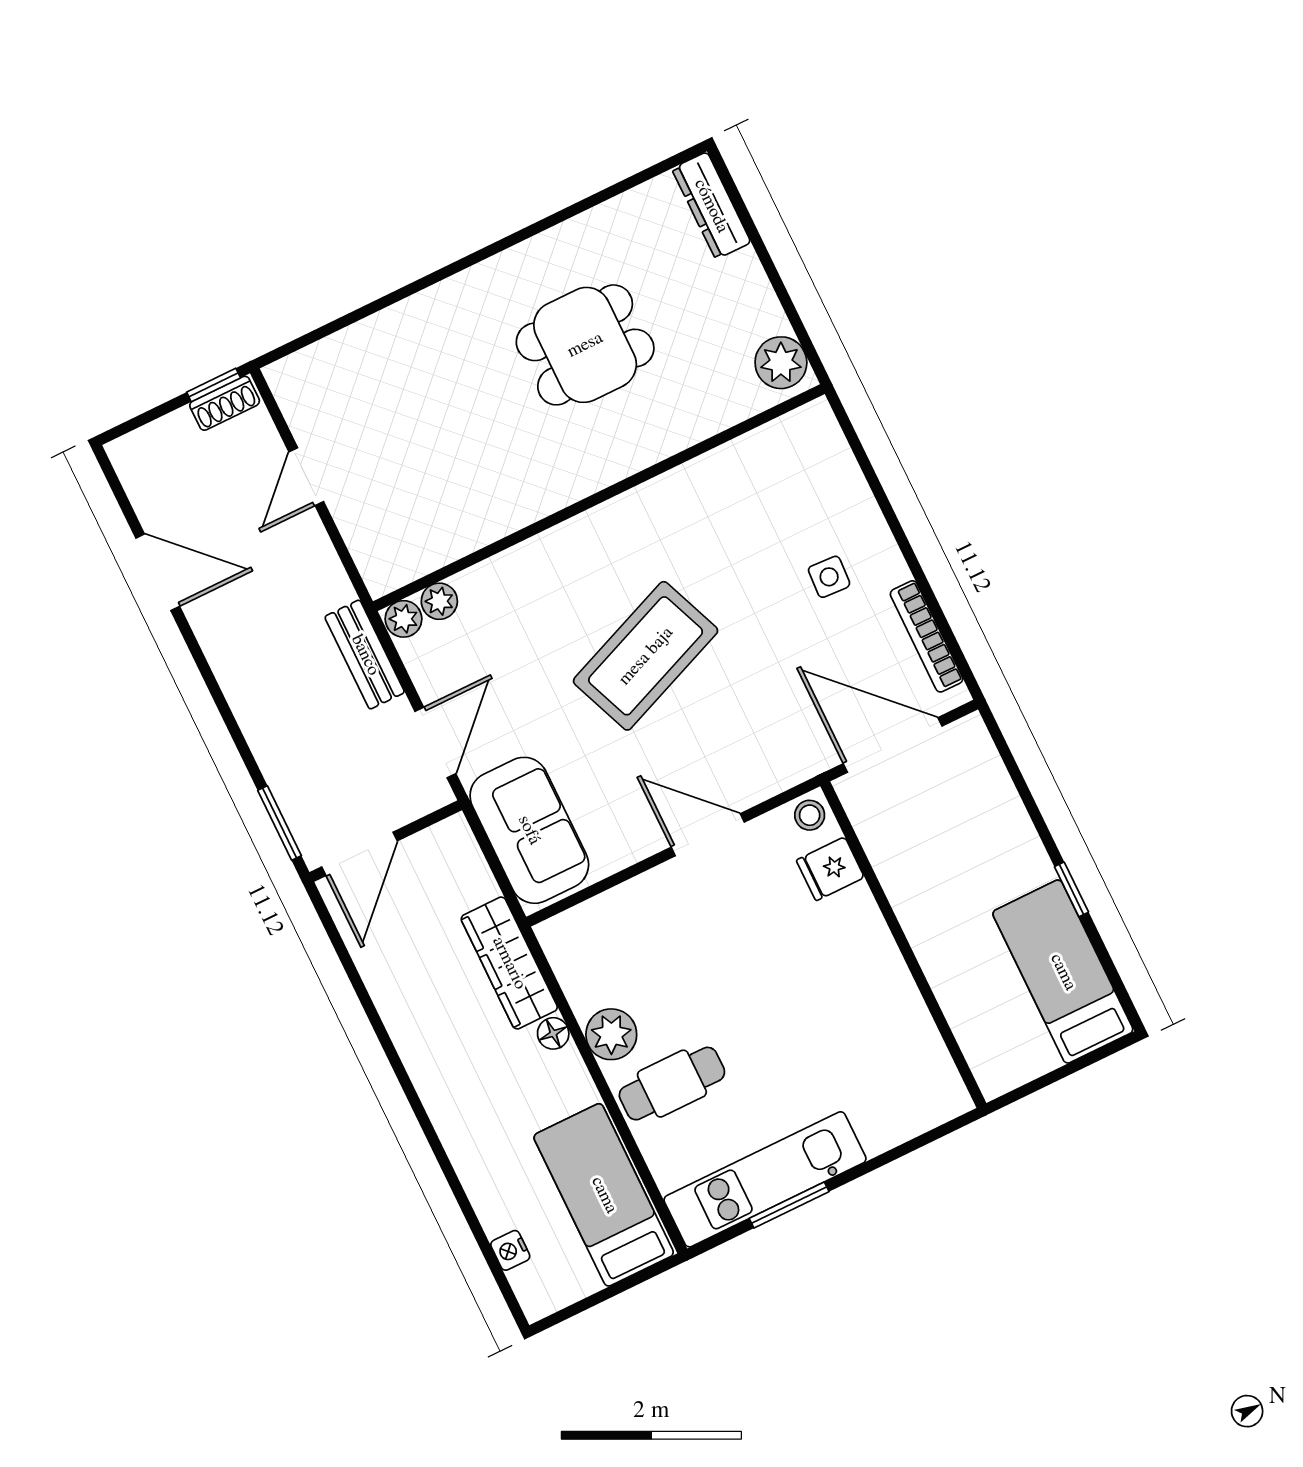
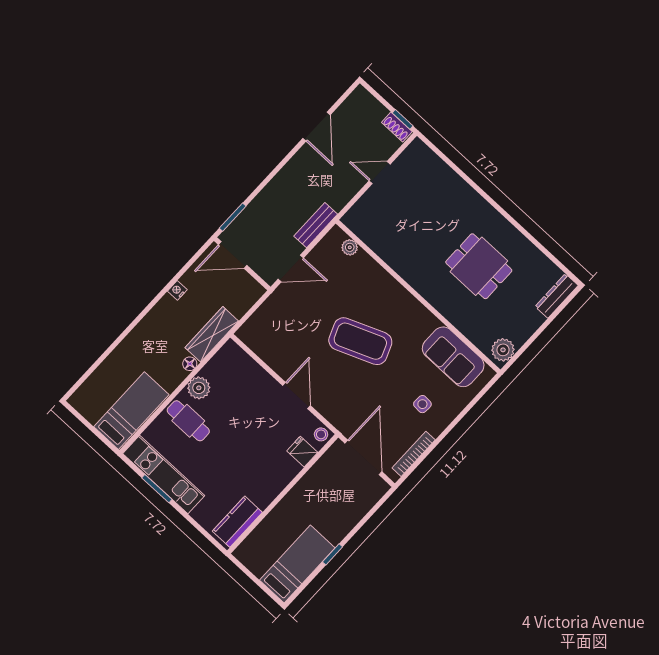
plant: (404, 619) -> (337, 235), removed
sofa: (529, 830) -> (453, 357), moved, turned 90
kitchen counter: (925, 1063) -> (237, 522), added
nightstand: (510, 1250) -> (177, 290), moved

